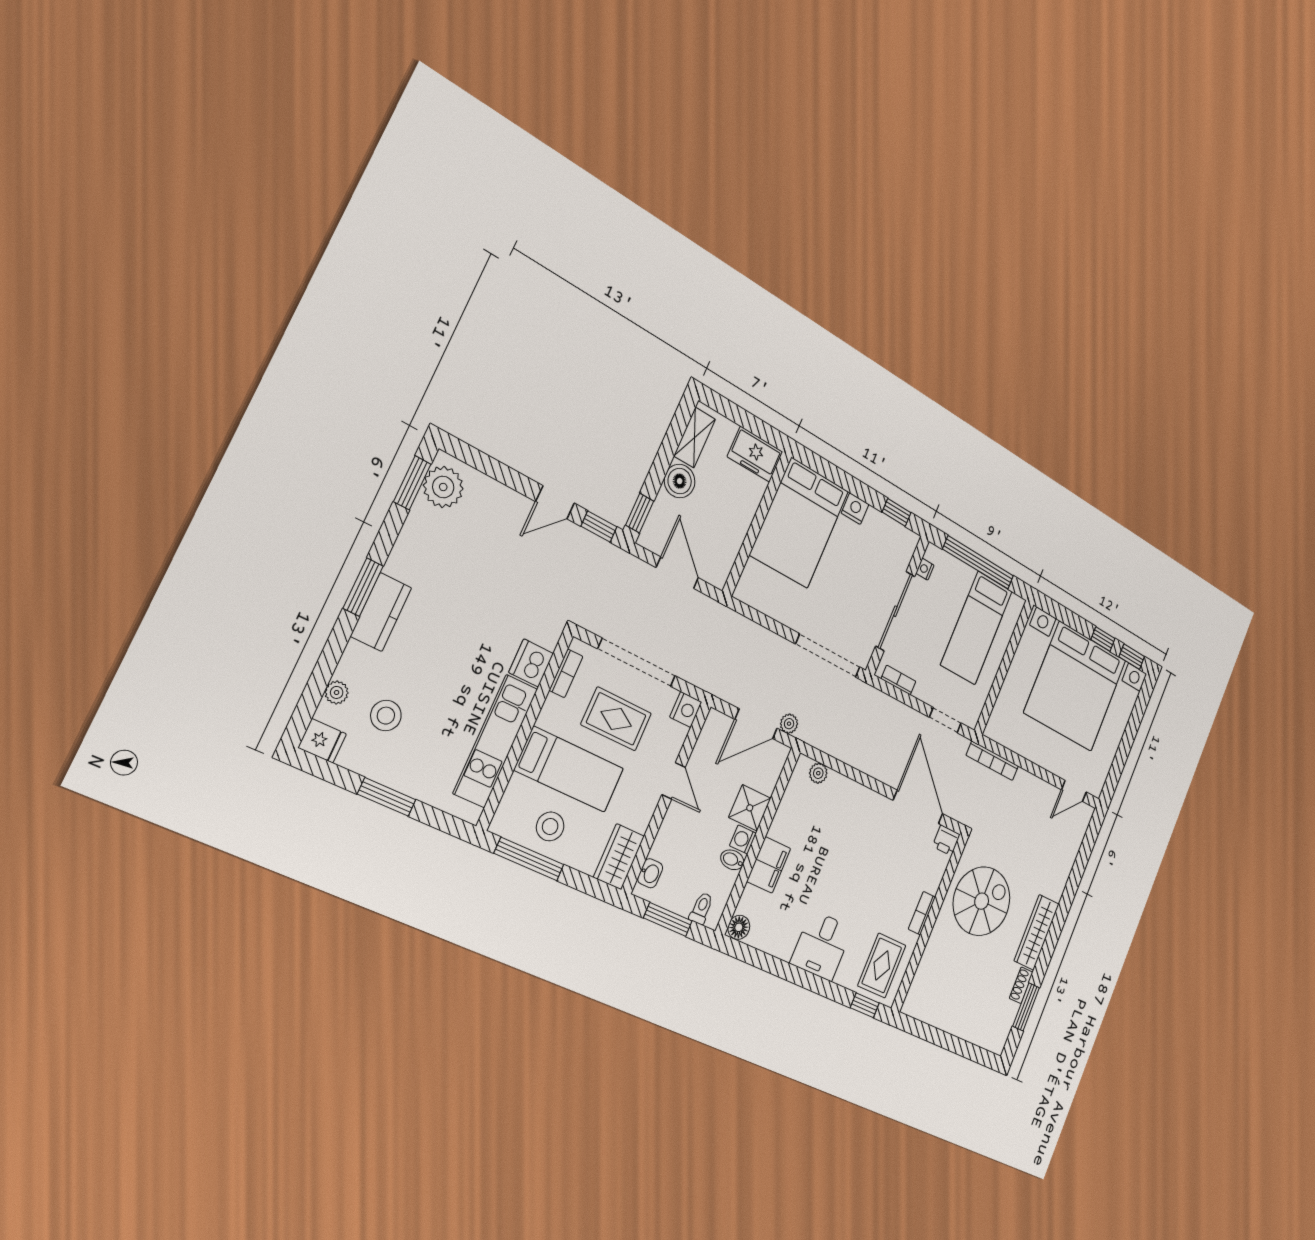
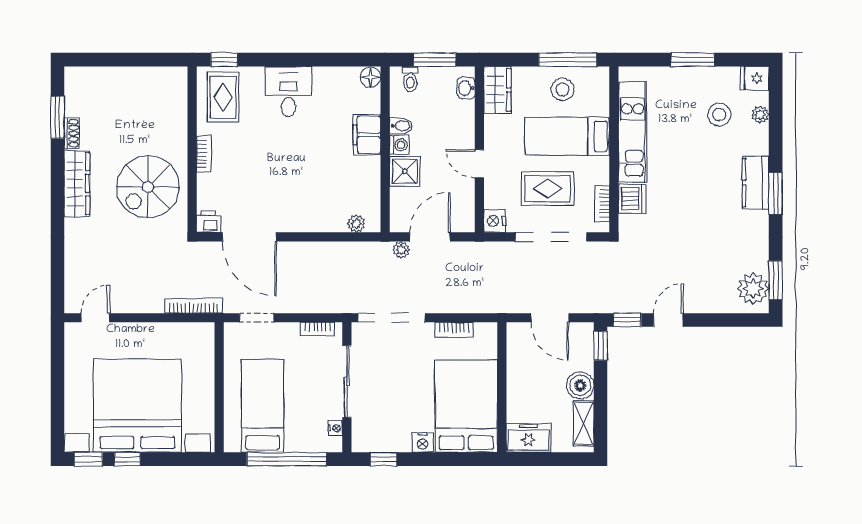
bookcase: (776, 611) -> (454, 330), added

